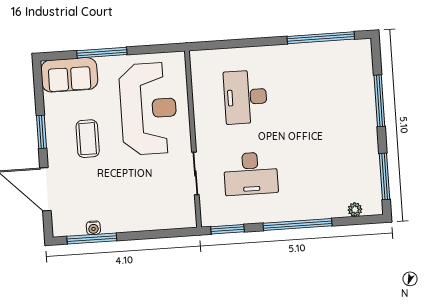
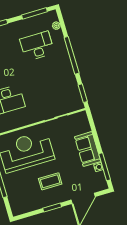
sofa: (69, 75) -> (88, 149), moved, turned 180
desk: (251, 173) -> (37, 46), moved, turned -90

